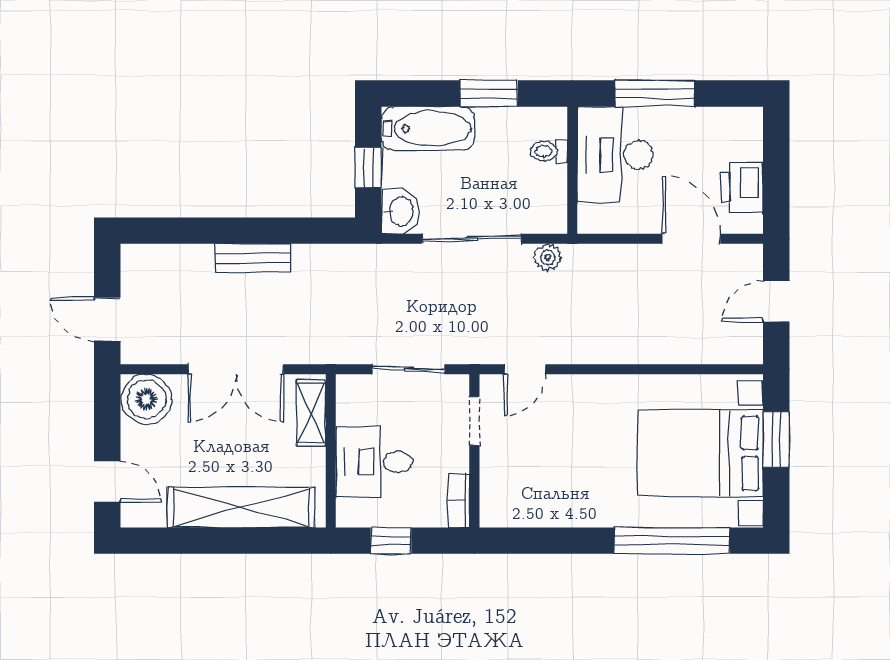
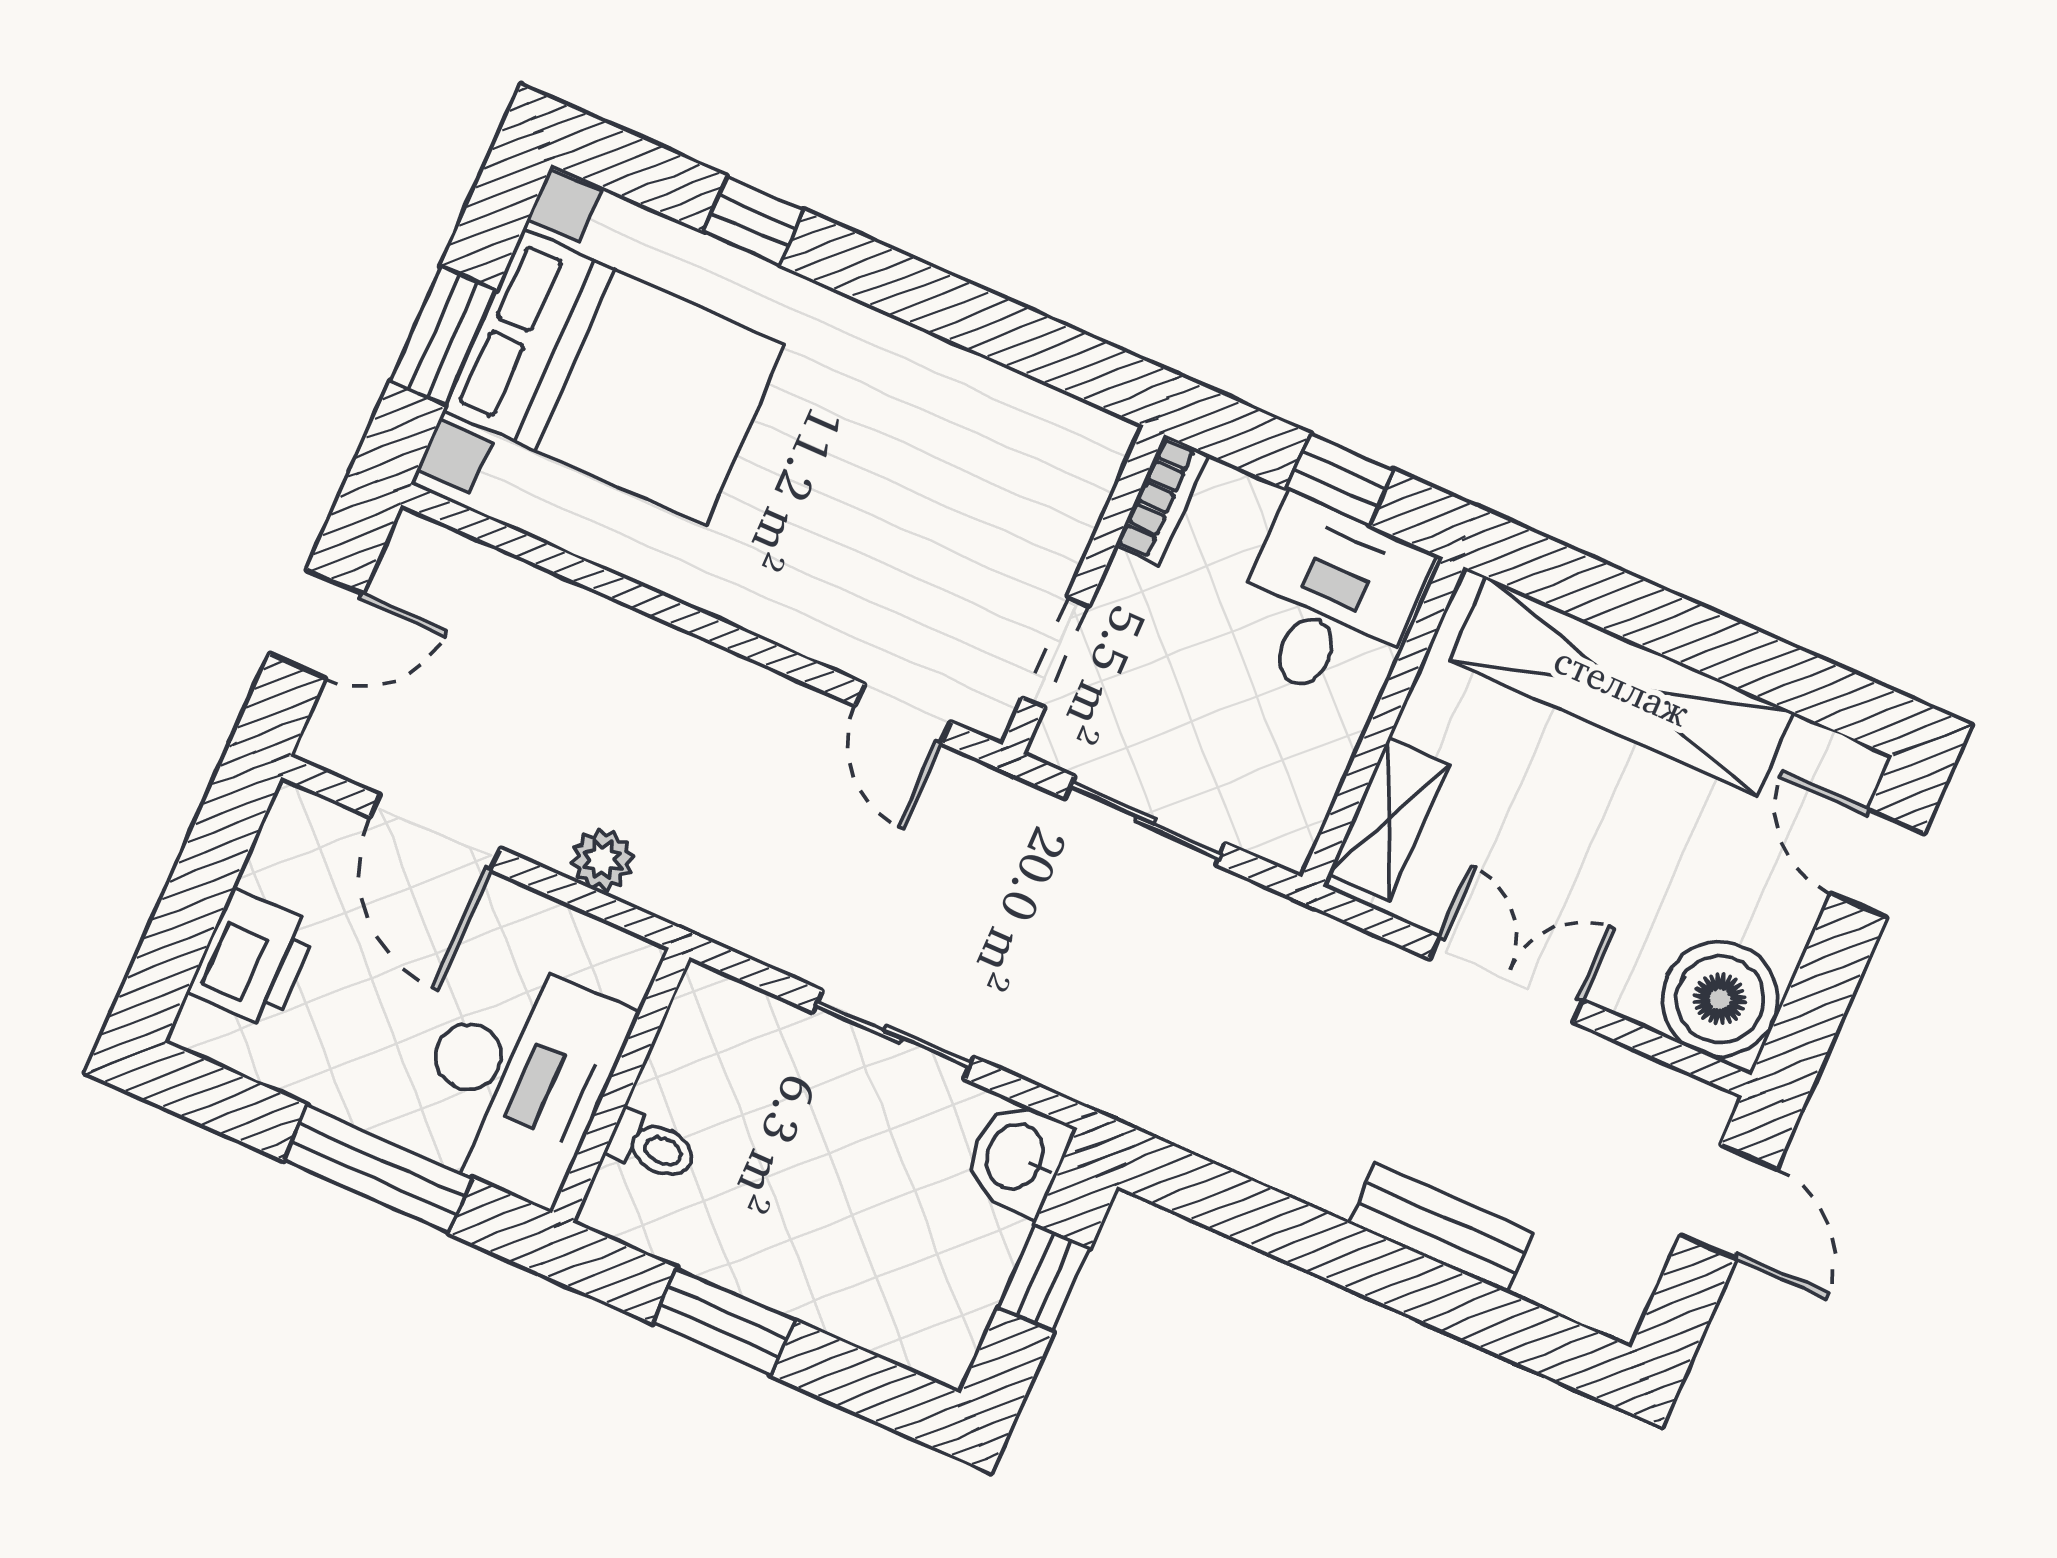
bathtub: (428, 129) -> (883, 1305), removed
printer: (742, 187) -> (253, 959), moved
sliding door: (472, 239) -> (893, 1035), width x0.73
plant: (548, 257) -> (602, 860), moved
bench: (253, 258) -> (1441, 1228), moved
double door: (236, 369) -> (1506, 979), width x0.73
door: (525, 369) -> (903, 714), swing flipped
desk: (374, 462) -> (1328, 602), moved, turned -90
window: (672, 541) -> (753, 221), width x0.32

